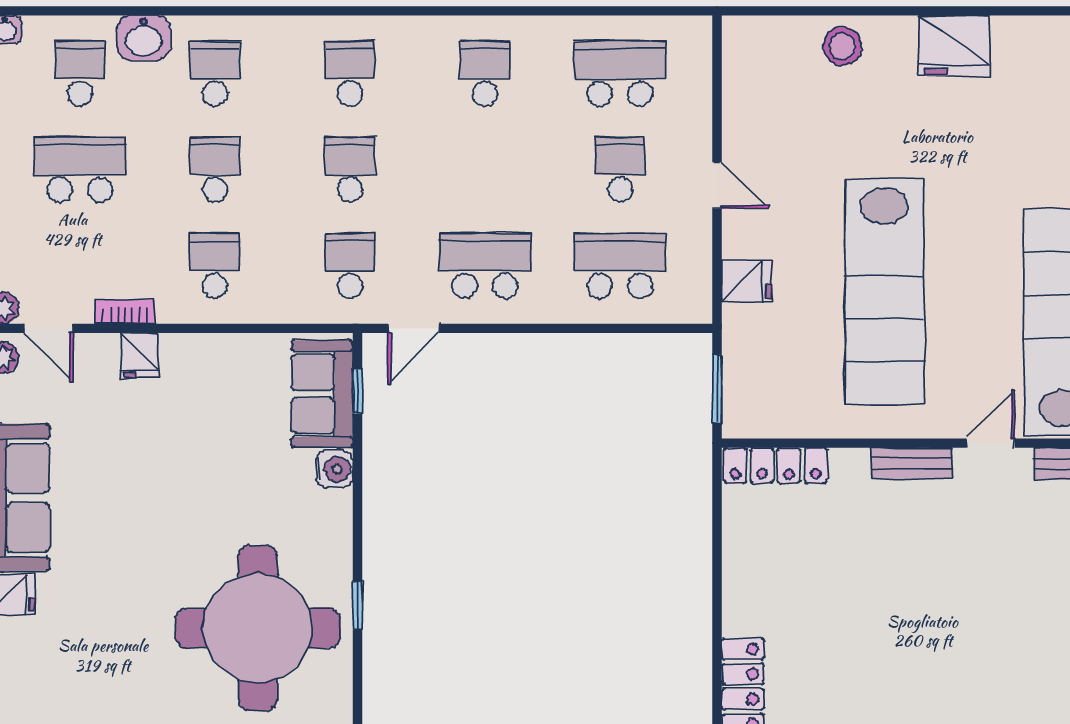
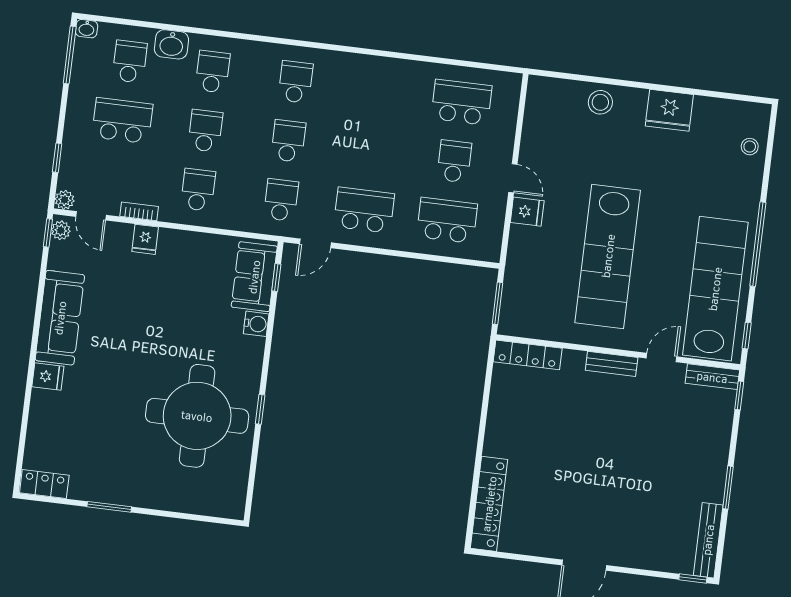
school desk: (485, 74) -> (379, 92), removed
fridge: (747, 281) -> (527, 212), moved

